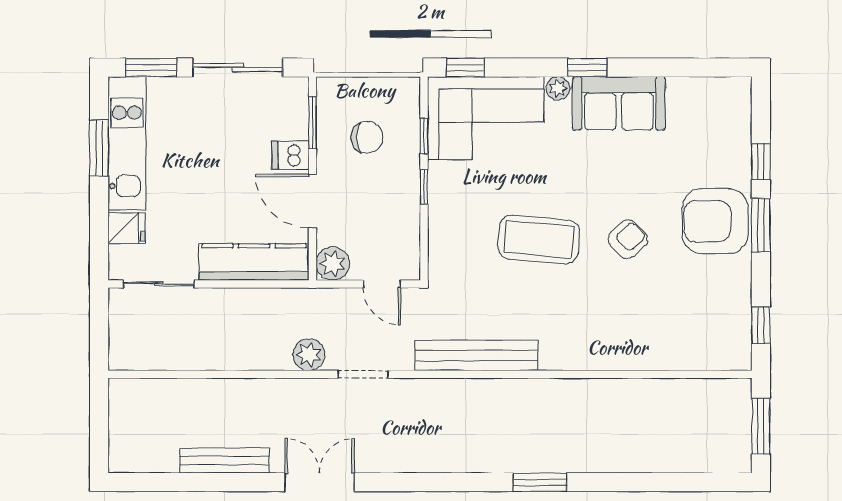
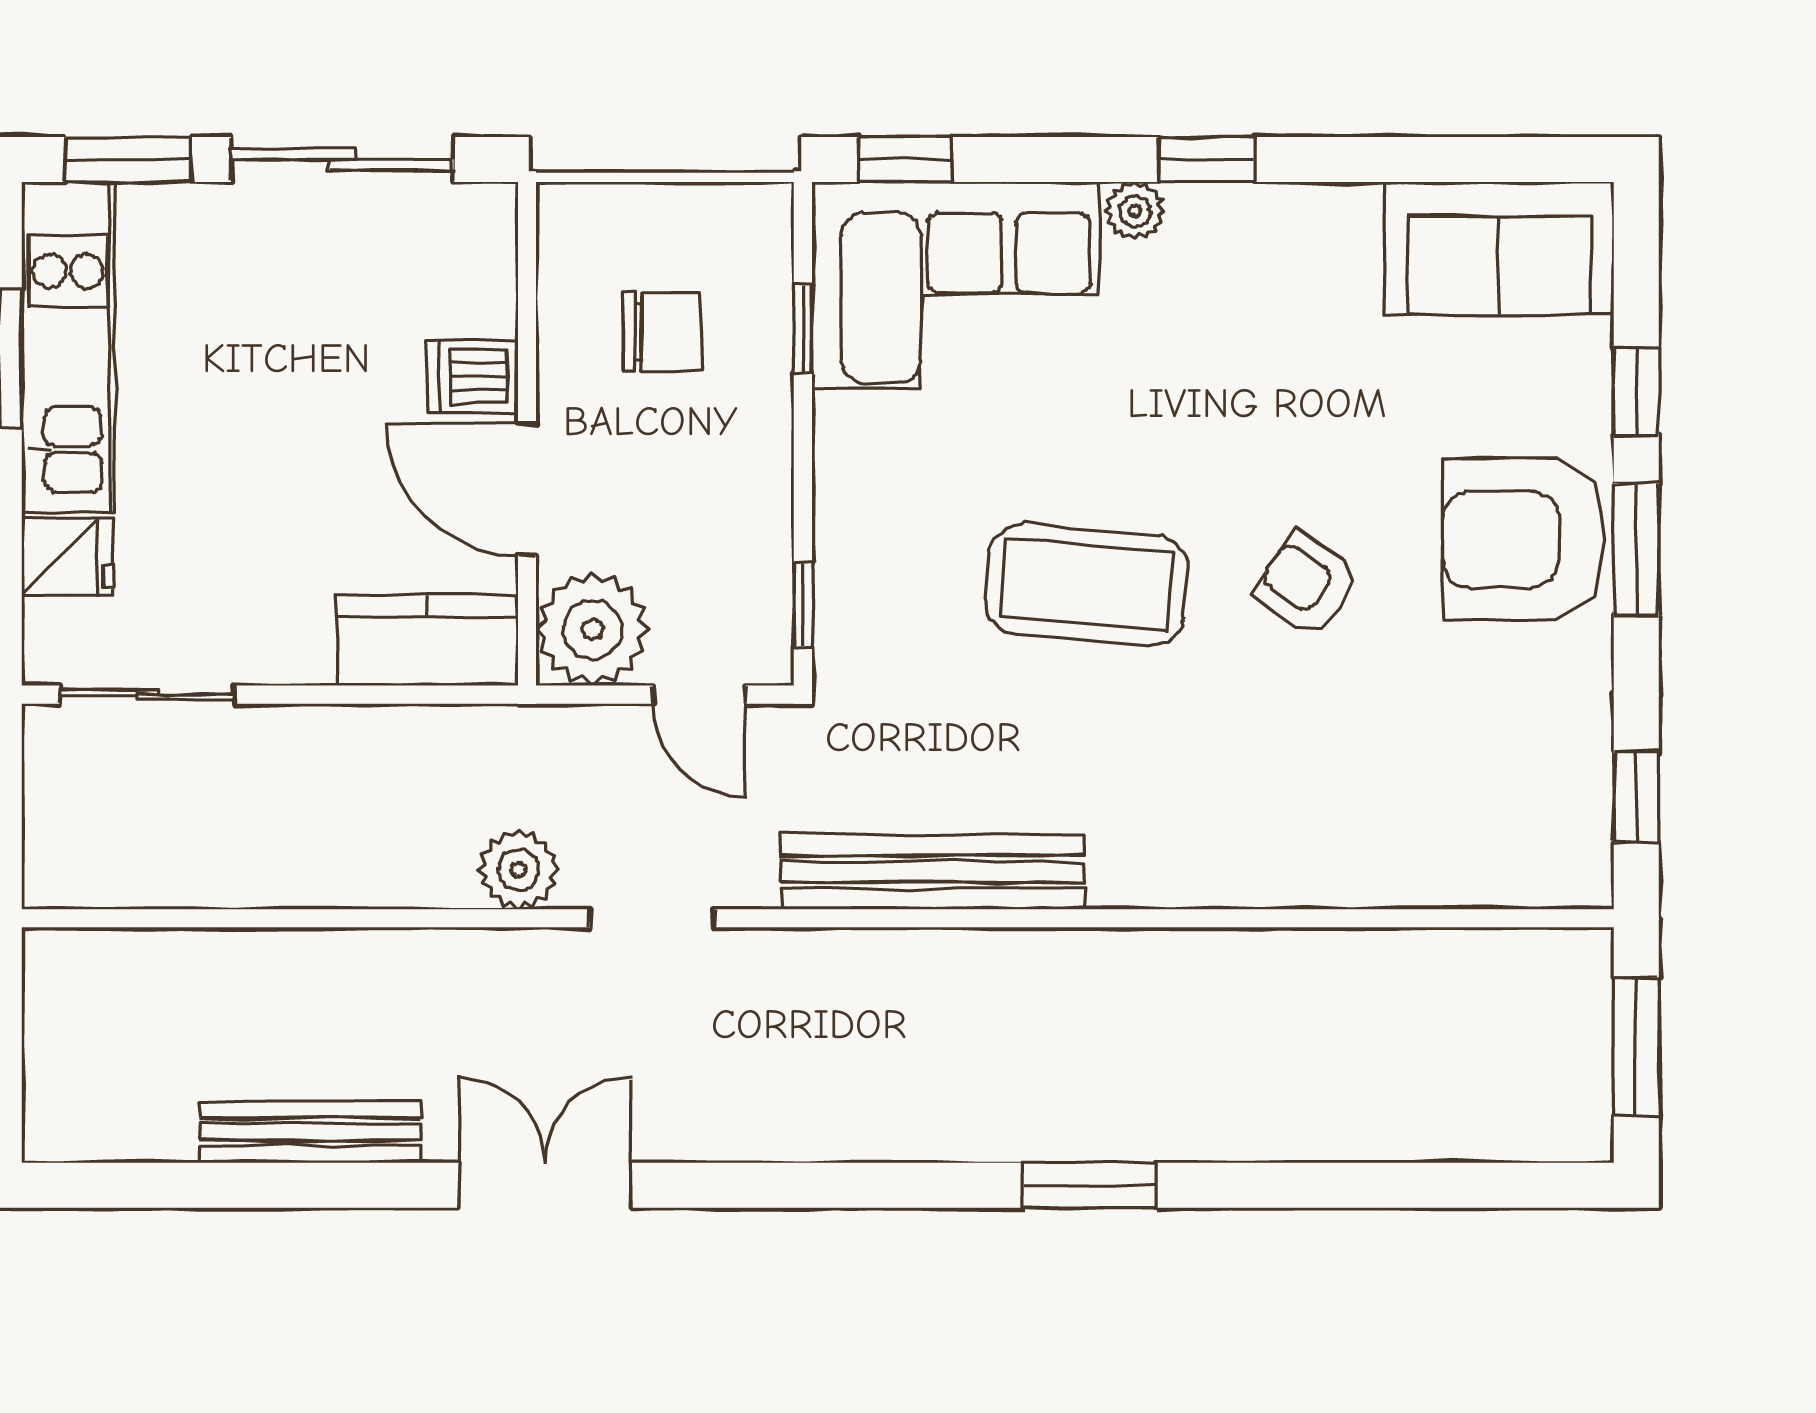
sofa: (619, 103) -> (1499, 248), moved
window: (312, 123) -> (527, 297), removed
window: (424, 187) -> (803, 605), moved
armchair: (628, 239) -> (1307, 584), turned -102
kitchen counter: (254, 262) -> (428, 640), width x0.67
plant: (333, 264) -> (592, 629), width x1.36, depth x1.36

